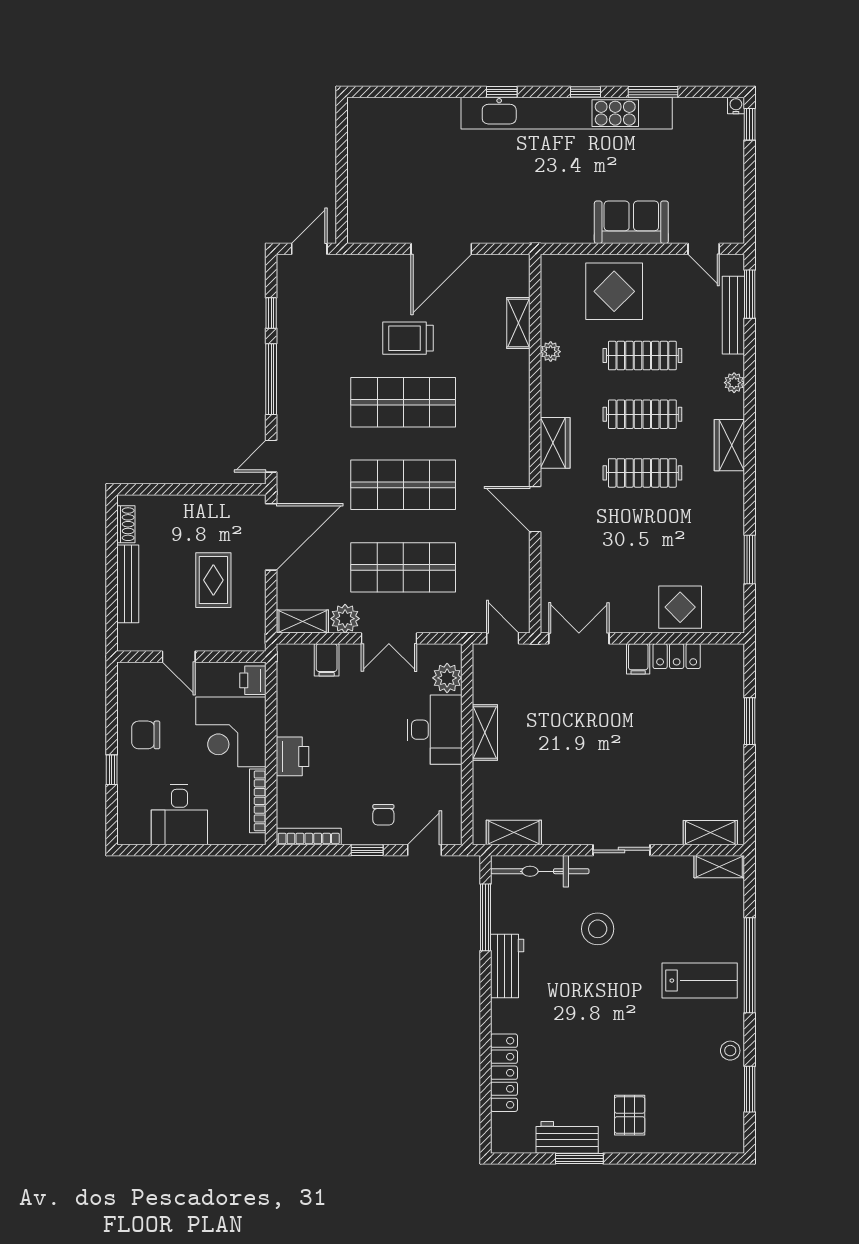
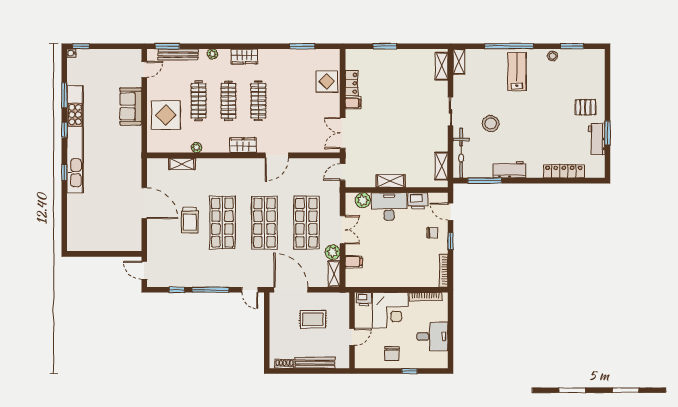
printer: (292, 756) -> (418, 201), moved, turned 180

